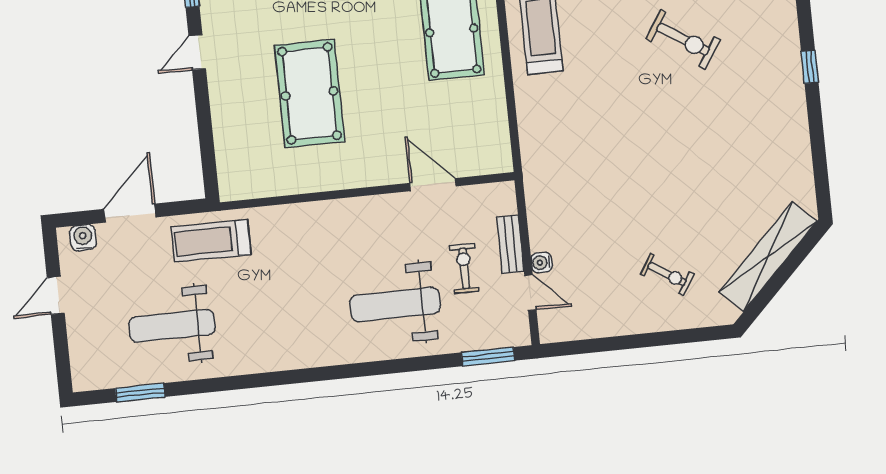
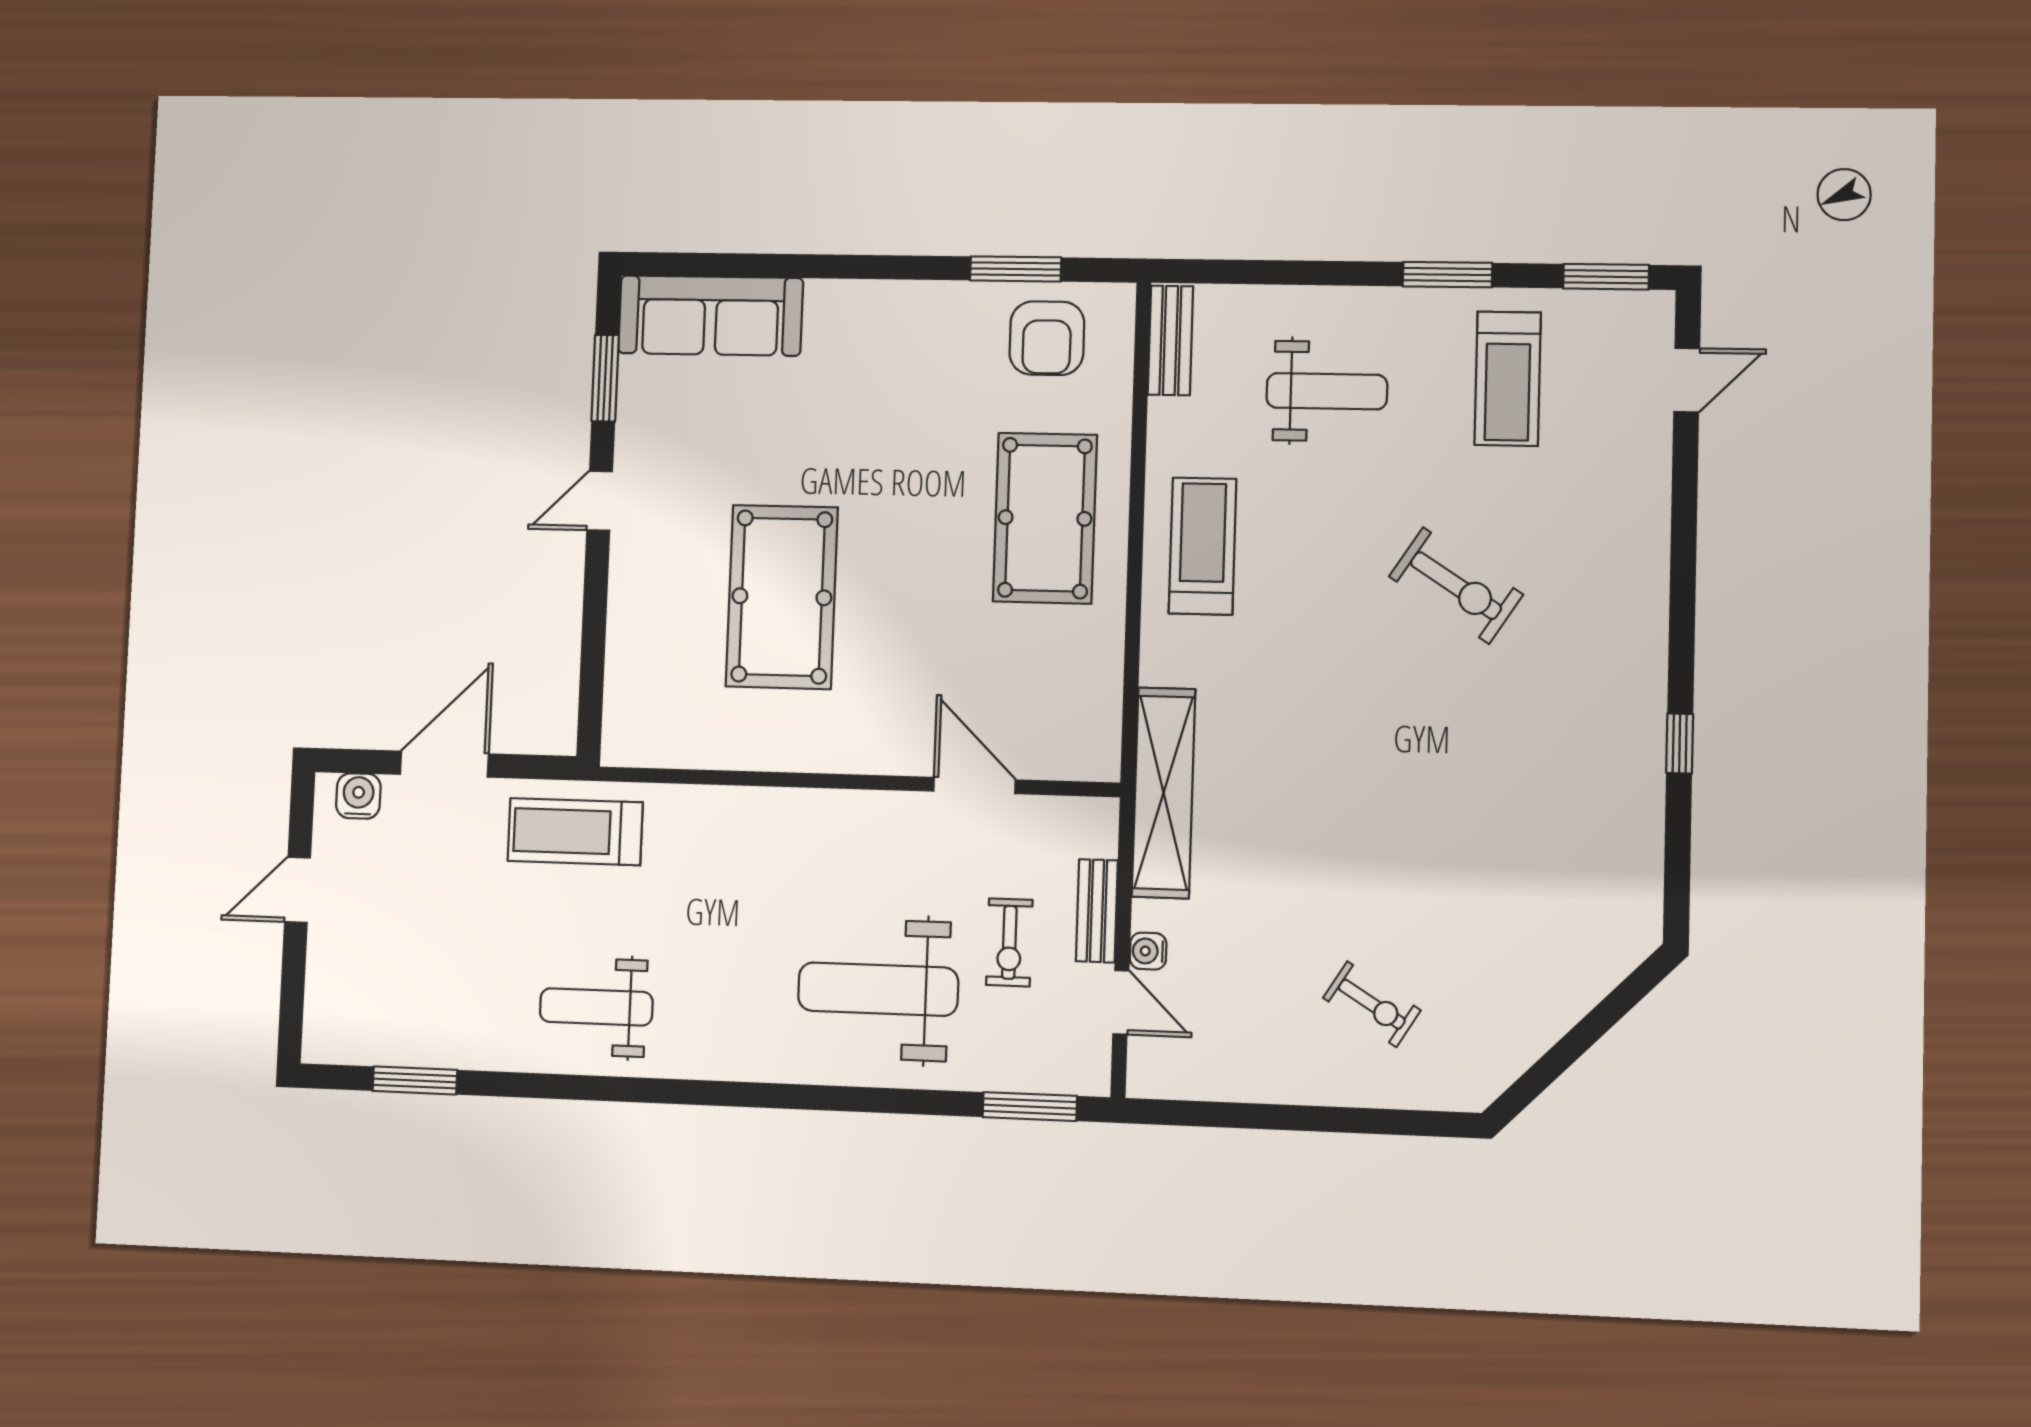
window: (810, 67) -> (1680, 744), moved
shelving: (768, 257) -> (1164, 793), moved, turned -45
exercise bike: (464, 268) -> (1009, 942), turned 180
weight bench: (172, 326) -> (596, 1007), moved, width x0.73, depth x0.75

